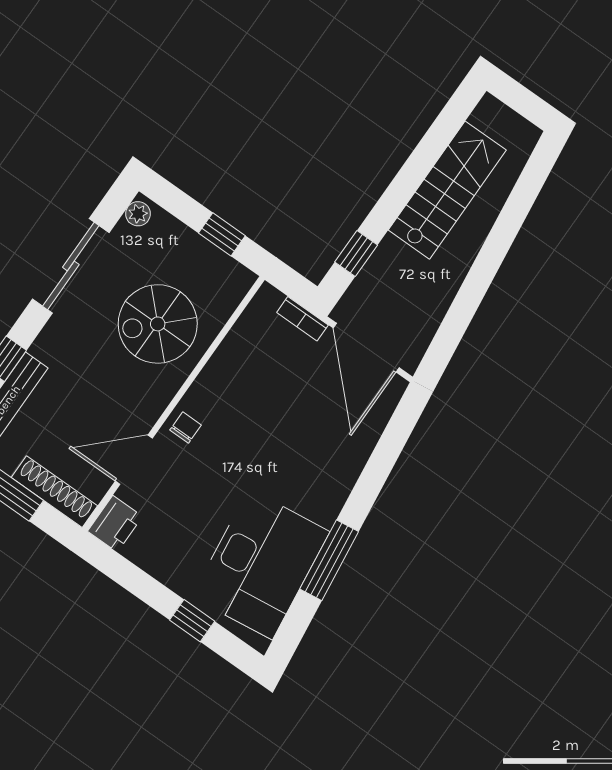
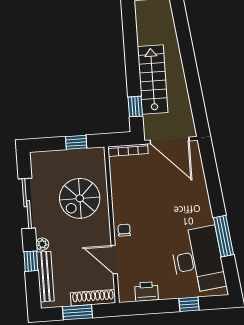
stairs: (447, 190) -> (153, 80), moved
plant: (138, 214) -> (42, 244), moved
bookcase: (302, 319) -> (128, 150), width x1.56
door: (134, 460) -> (114, 260), hinge flipped
printer: (115, 524) -> (147, 291), moved, turned -90

